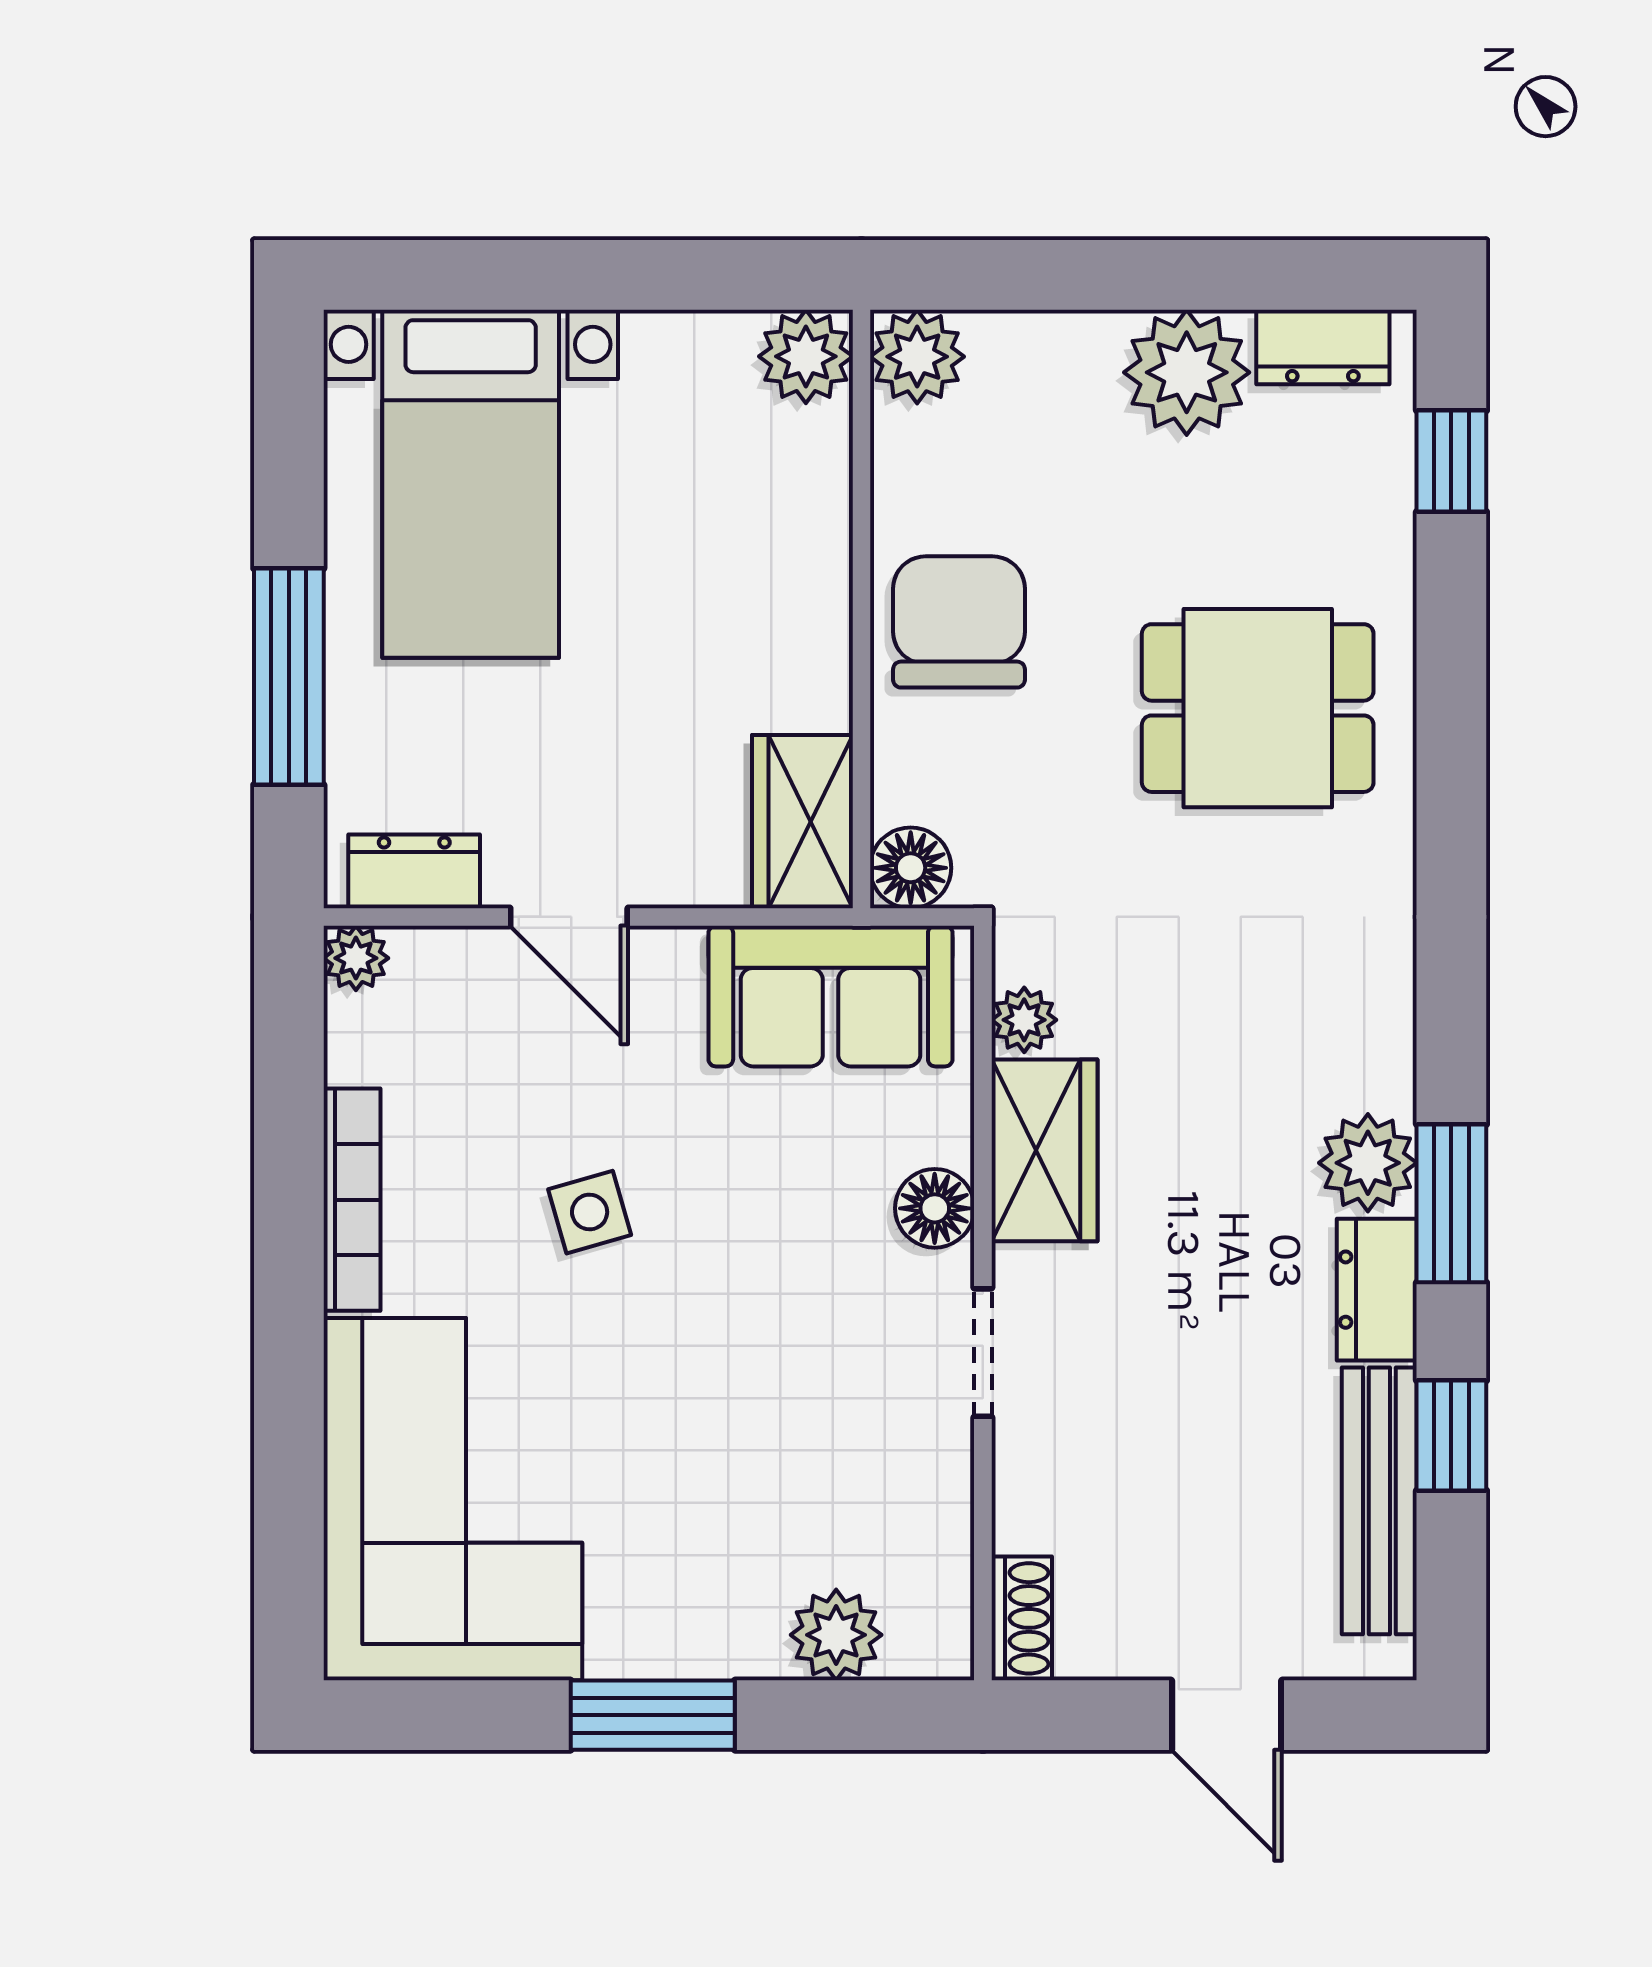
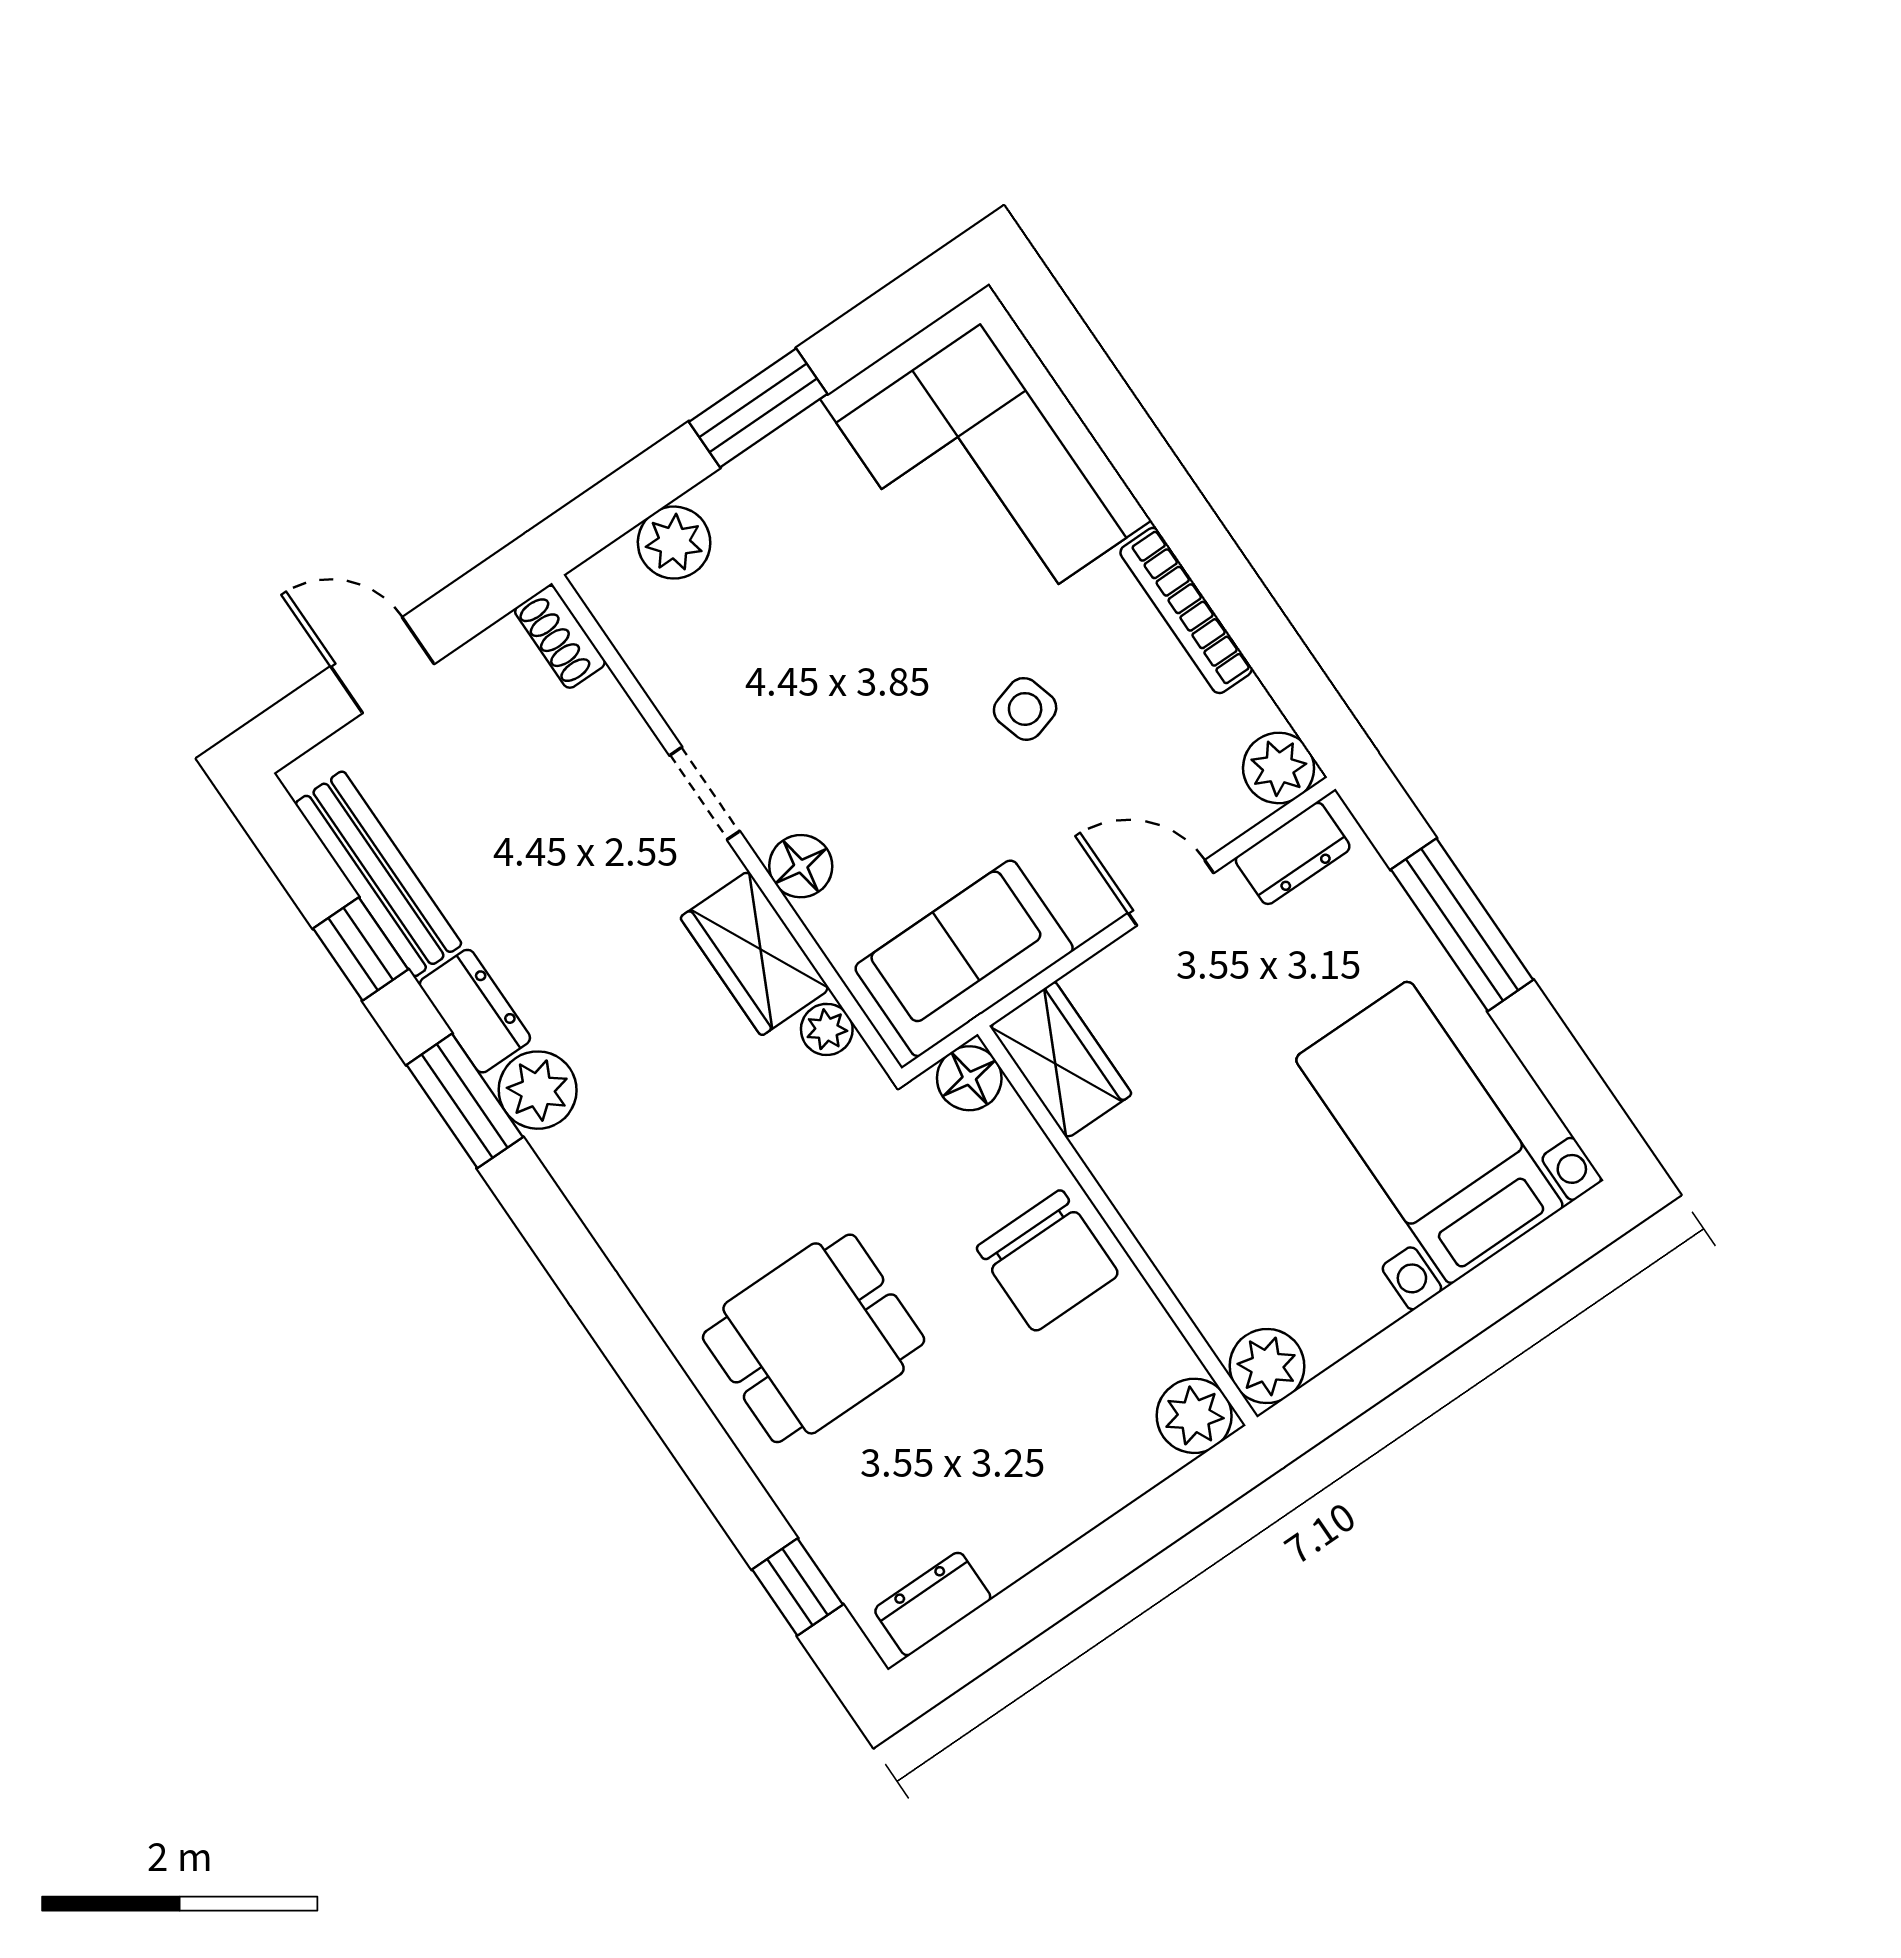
plant: (1187, 372) -> (1011, 1526), removed
plant: (356, 958) -> (1279, 768), width x1.38, depth x1.38

